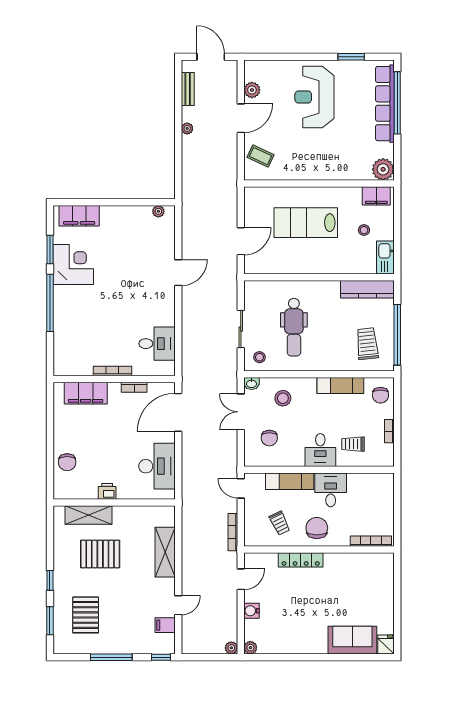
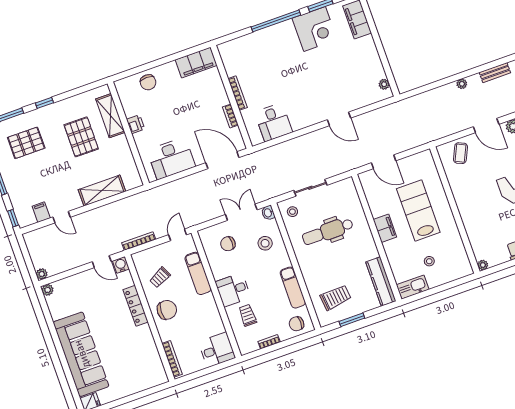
plant: (383, 169) -> (483, 265), width x0.53, depth x0.53
filing cabinet: (376, 196) -> (385, 228), moved, turned 180
window: (397, 335) -> (352, 320), width x0.47
filing cabinet: (86, 393) -> (196, 62), moved, turned -90
chair: (67, 462) -> (148, 82), turned -90
desk: (331, 490) -> (217, 350), moved
water cooler: (251, 611) -> (121, 265), moved
sofa: (352, 640) -> (81, 354), width x1.85, depth x1.27

